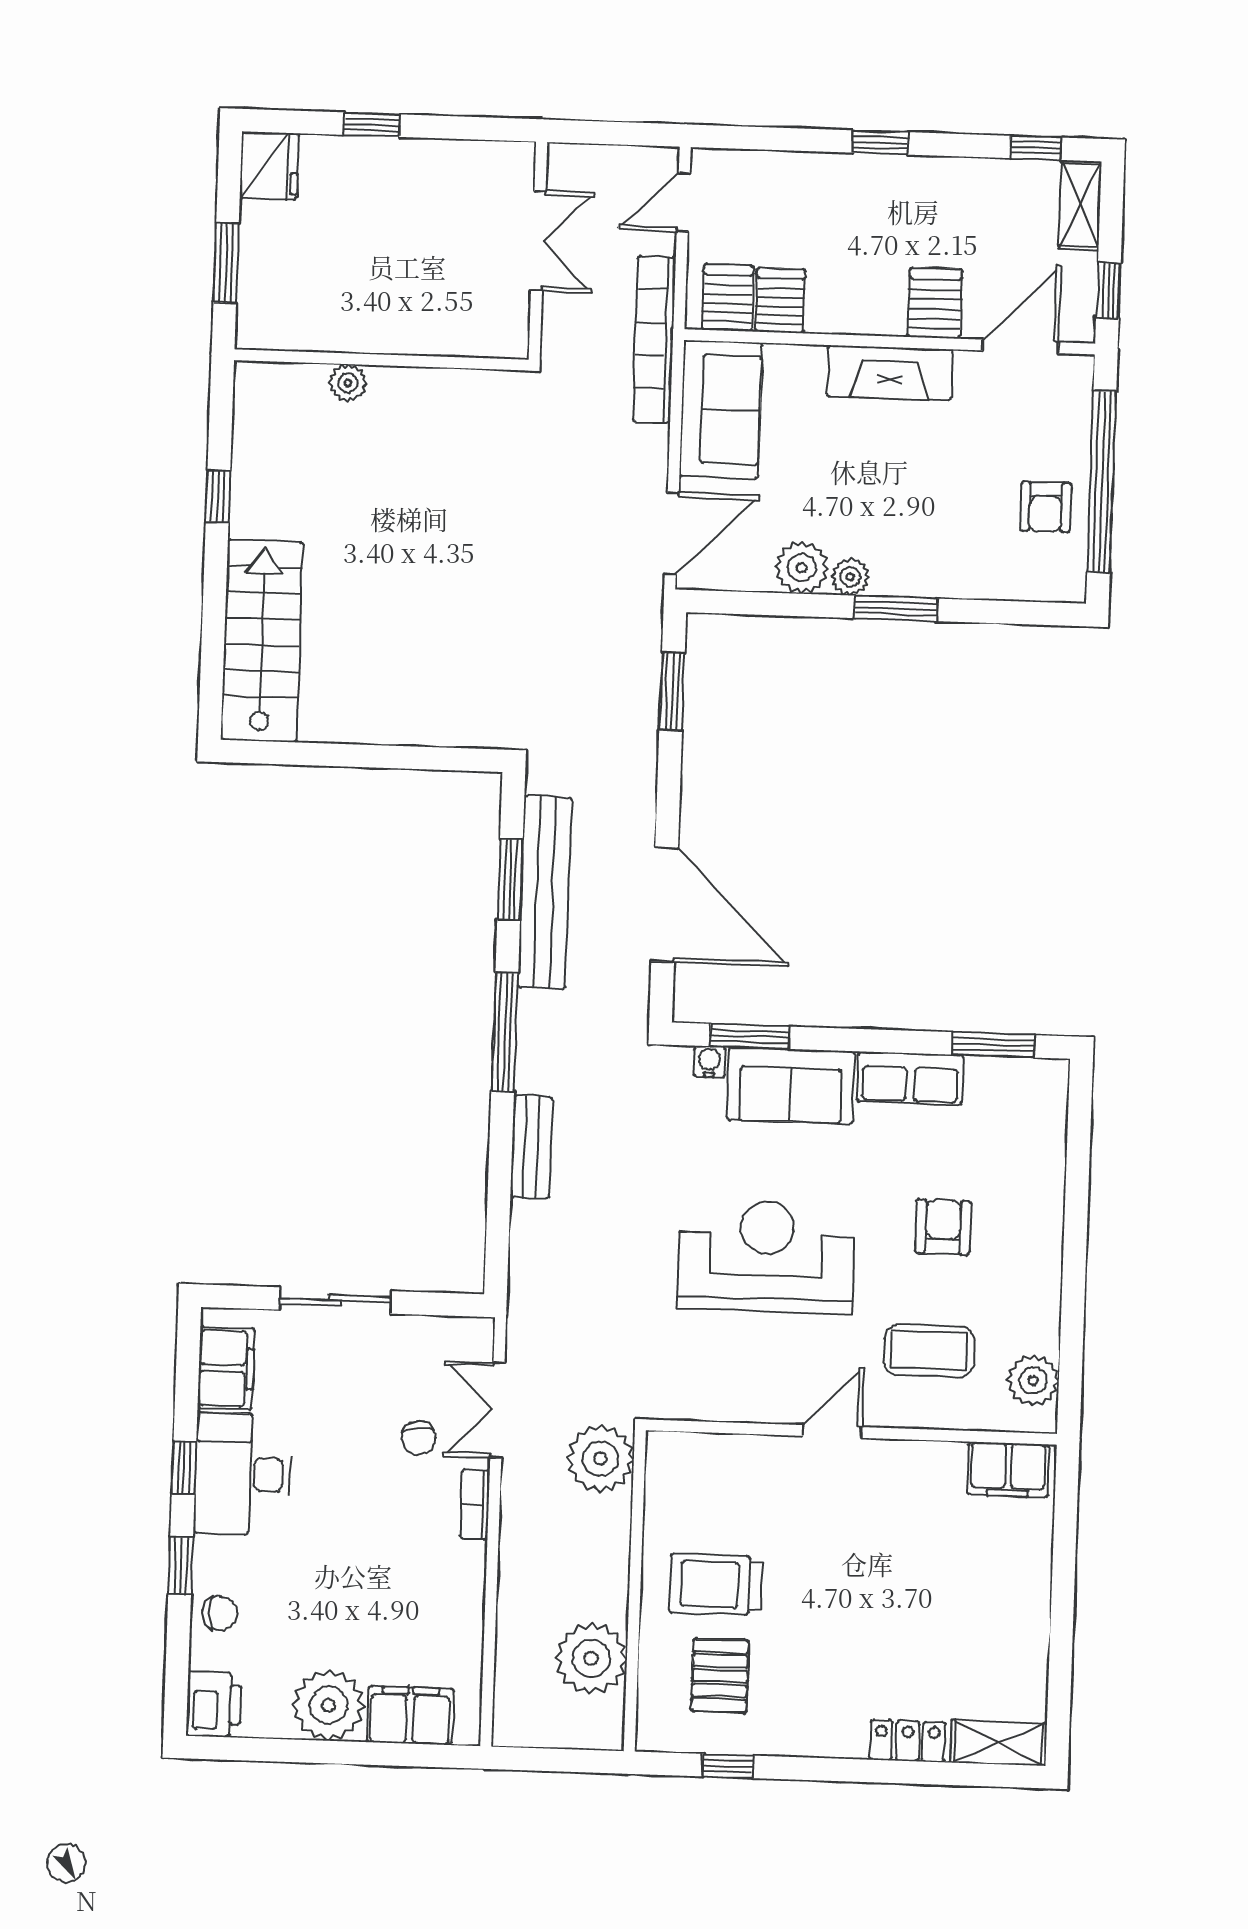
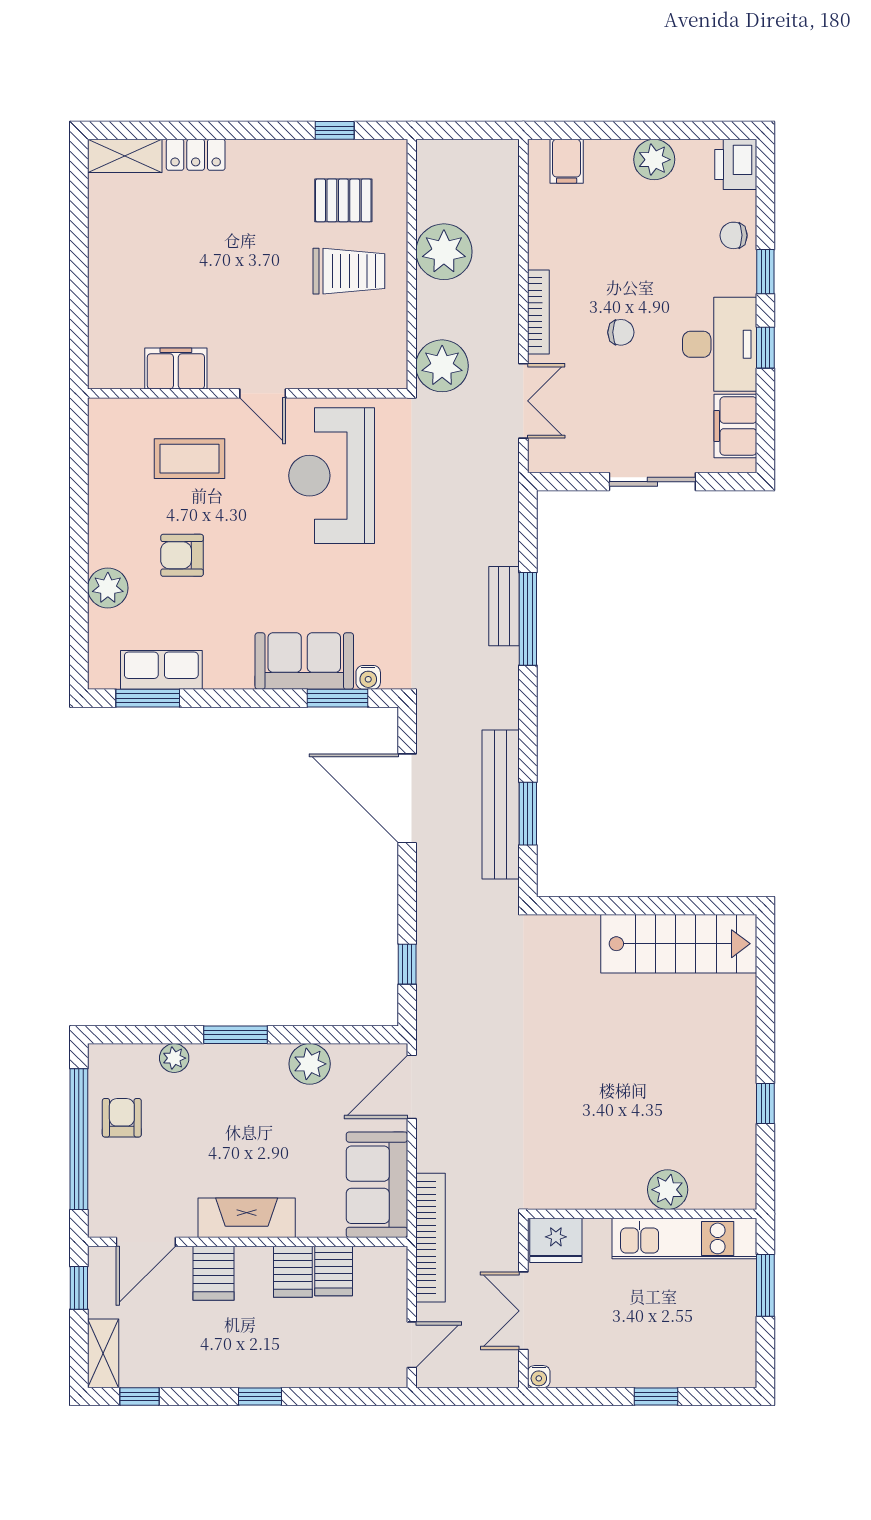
water cooler: (521, 156) -> (539, 1377), added
fridge: (269, 166) -> (556, 1240), moved, turned -90
server rack: (728, 298) -> (293, 1272), moved
kitchen unit: (328, 326) -> (684, 1238), added
plant: (348, 383) -> (668, 1190), width x1.38, depth x1.38
plant: (850, 577) -> (174, 1058), moved
stairs: (262, 641) -> (679, 944), moved, turned -90
window: (672, 691) -> (407, 964), width x0.67
window: (505, 1032) -> (528, 619), moved
row of seats: (910, 1078) -> (161, 670), moved
armchair: (943, 1227) -> (182, 555), turned 90
reception desk: (766, 1256) -> (332, 476), moved, turned 90
plant: (1033, 1380) -> (108, 588), moved
door: (832, 1431) -> (263, 393), hinge flipped
chair: (418, 1438) -> (621, 332), moved, turned 95
filing cabinet: (1008, 1470) -> (176, 368), moved
bookcase: (475, 1504) -> (538, 312), width x1.56
plant: (591, 1659) -> (444, 252), moved
pallet: (720, 1676) -> (343, 200), turned 90
plant: (328, 1705) -> (654, 160), width x0.73, depth x0.73
filing cabinet: (410, 1715) -> (567, 161), width x0.50

